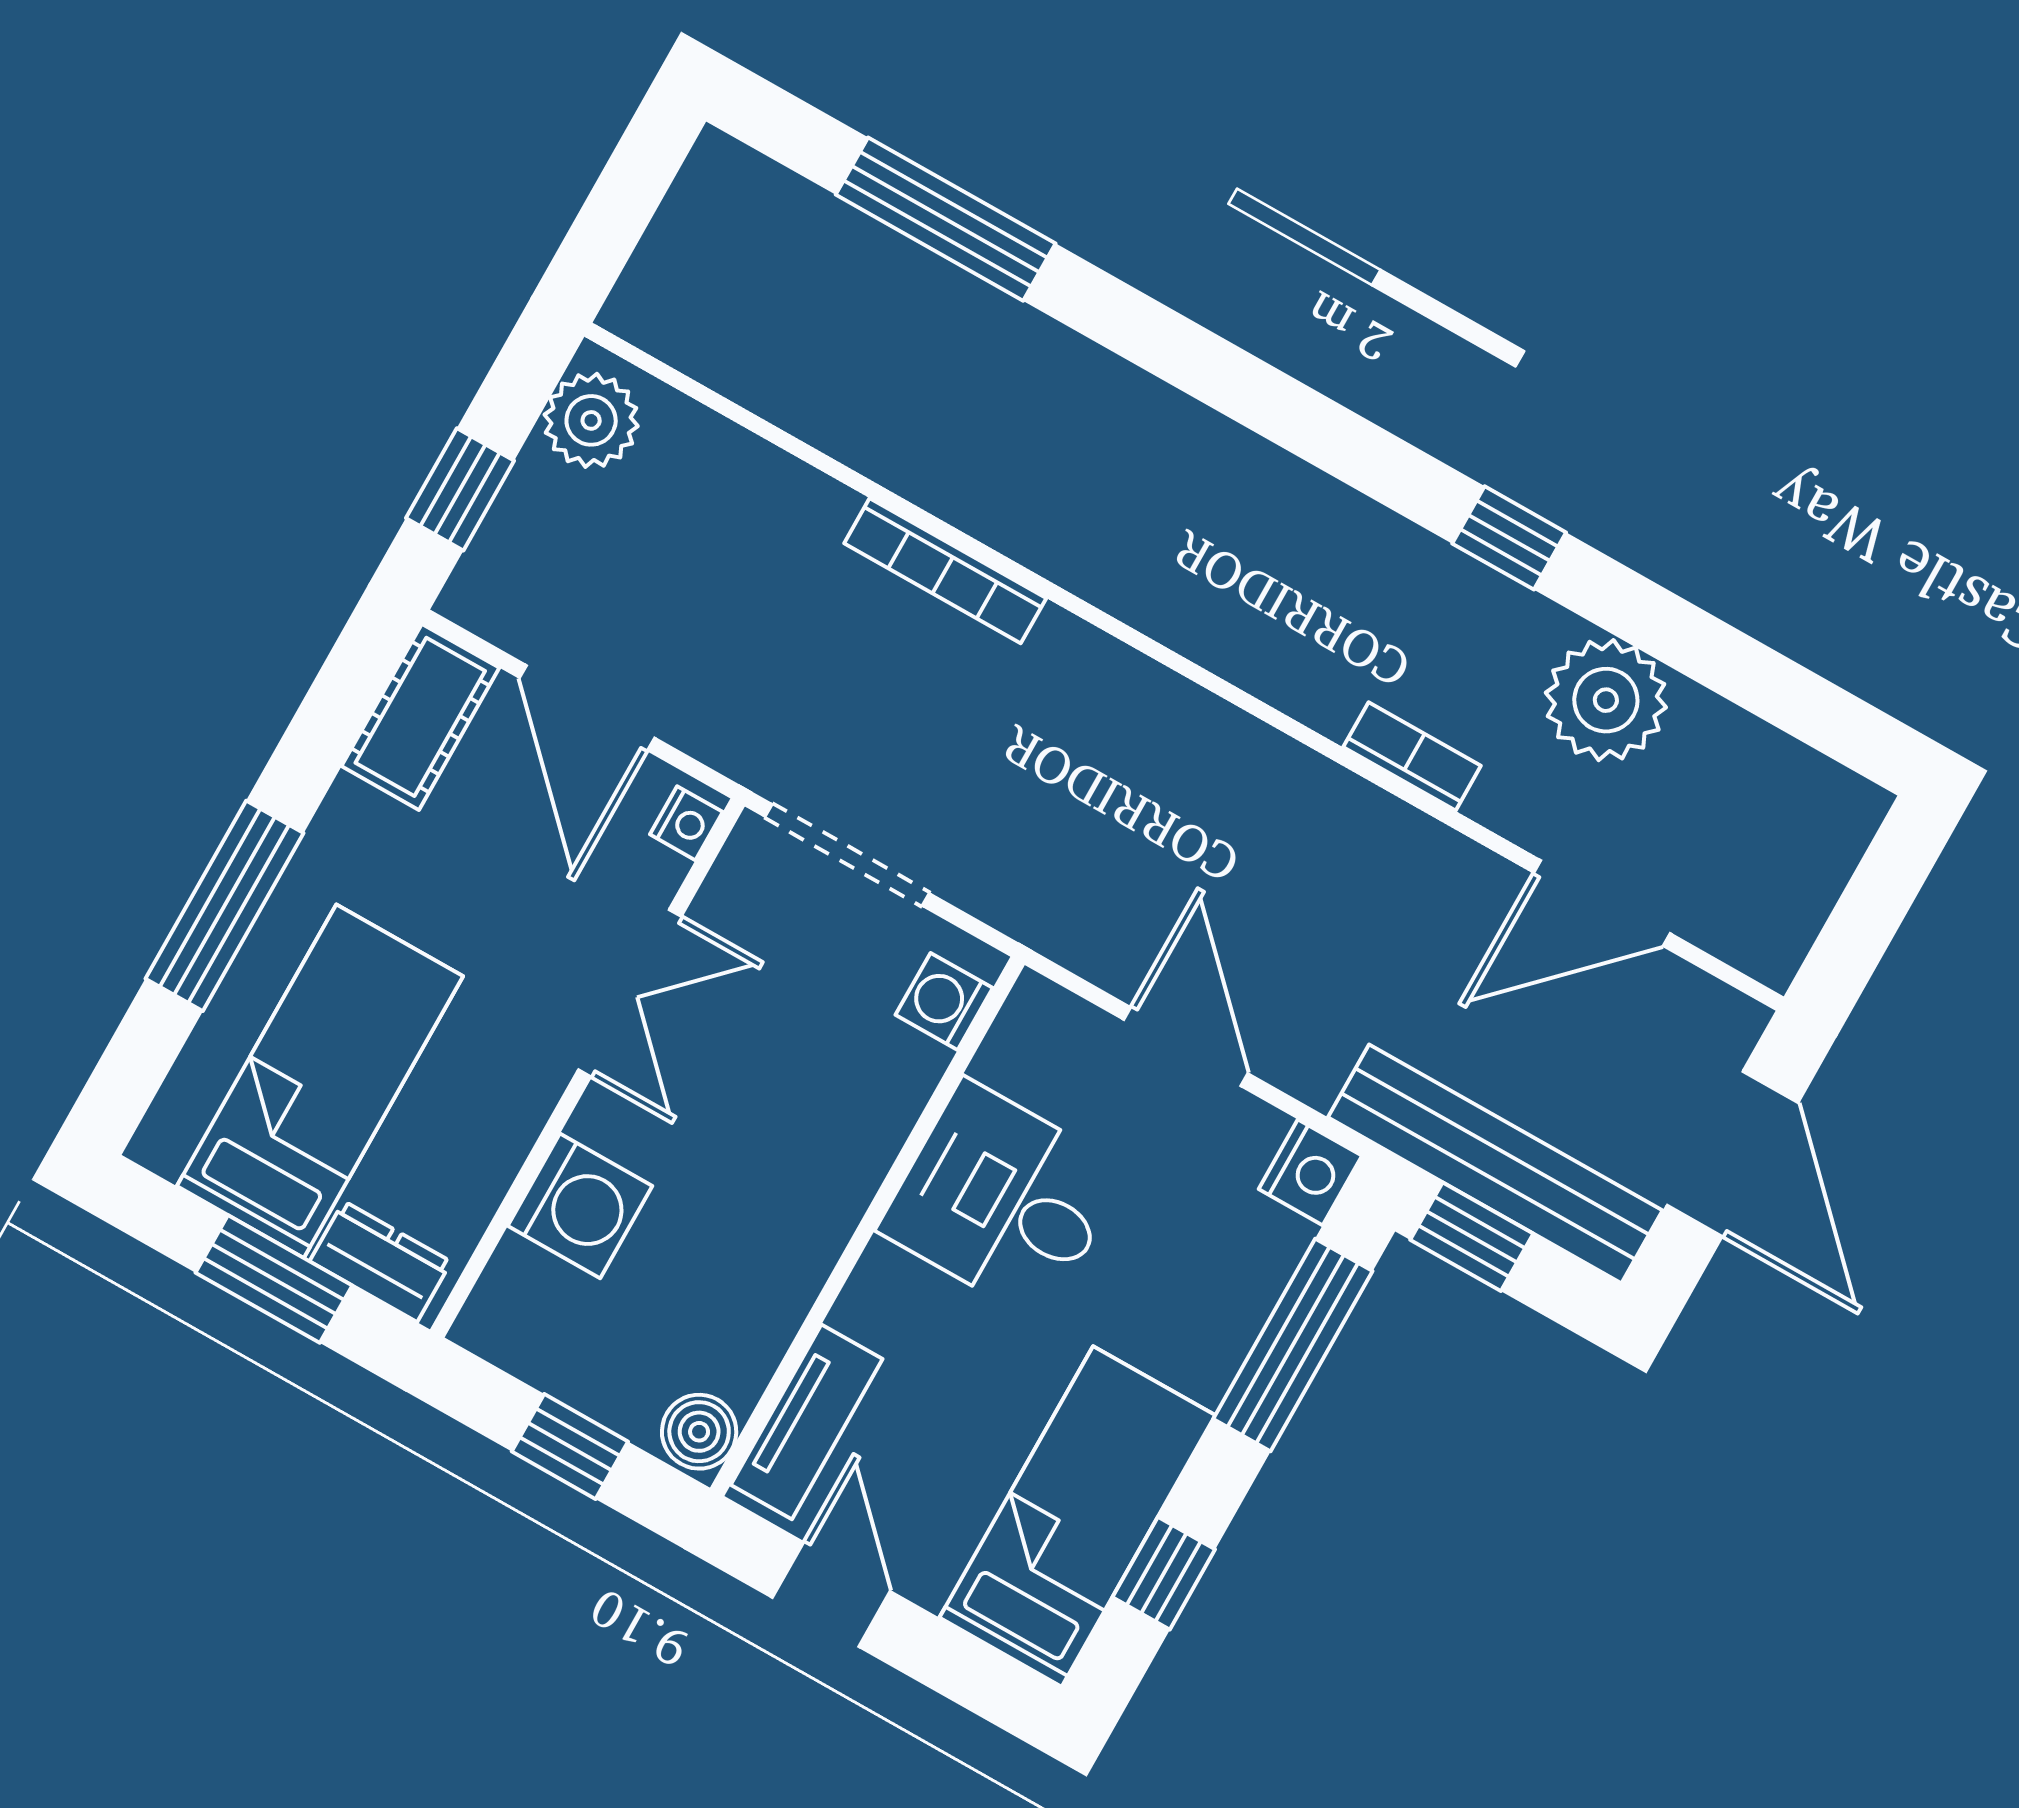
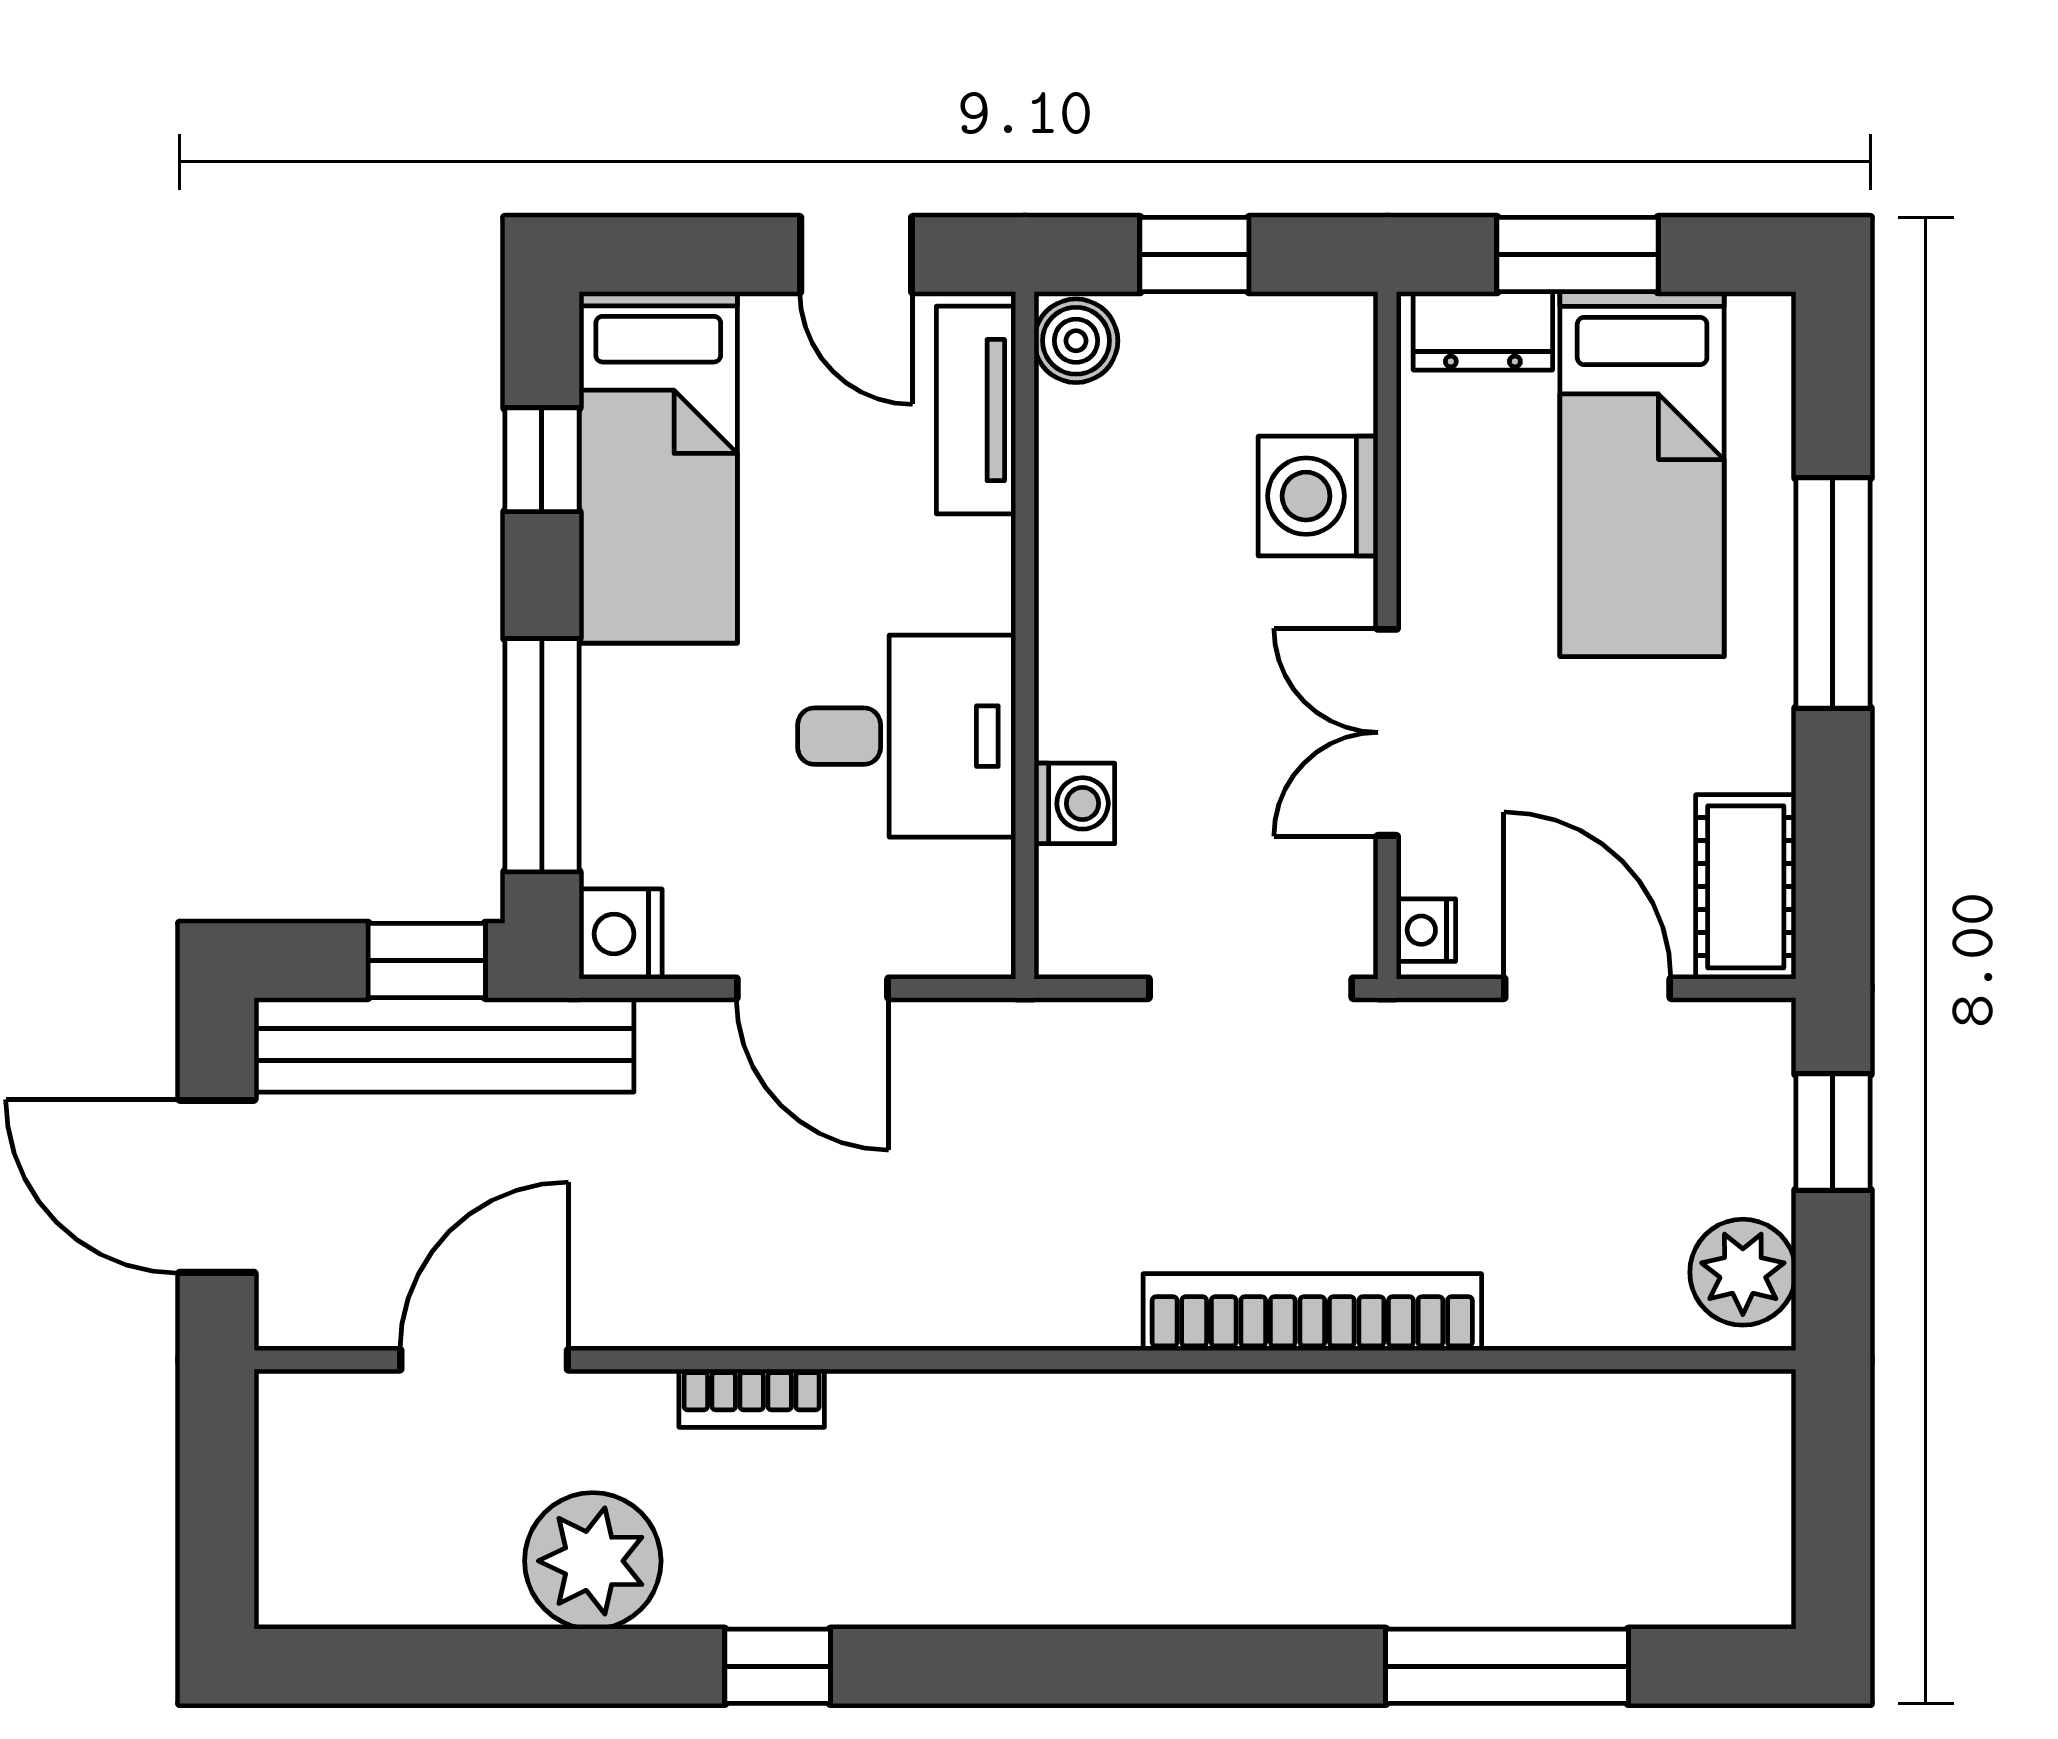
bookcase: (945, 571) -> (1312, 1312), width x1.48, depth x1.31
washing machine: (944, 1001) -> (1074, 803), moved

